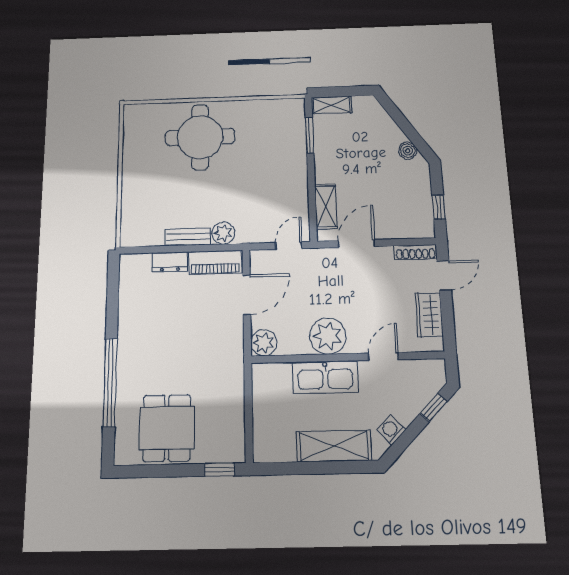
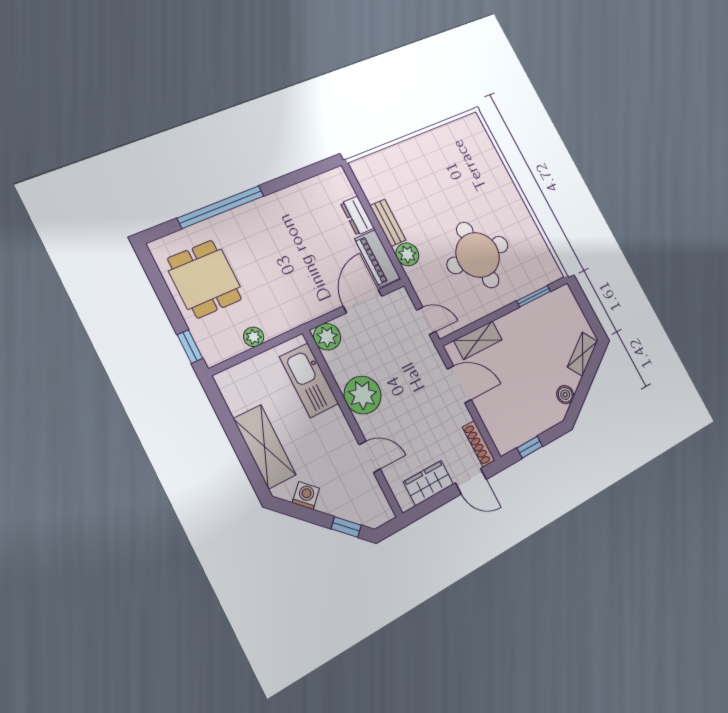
shelving: (331, 105) -> (582, 354), moved, turned 56
round table: (200, 137) -> (478, 255), moved
door: (247, 295) -> (363, 301), swing flipped
kitchen sink: (325, 377) -> (309, 380), moved
plant: (236, 409) -> (254, 337), added
dining table: (167, 428) -> (205, 279), turned 90

